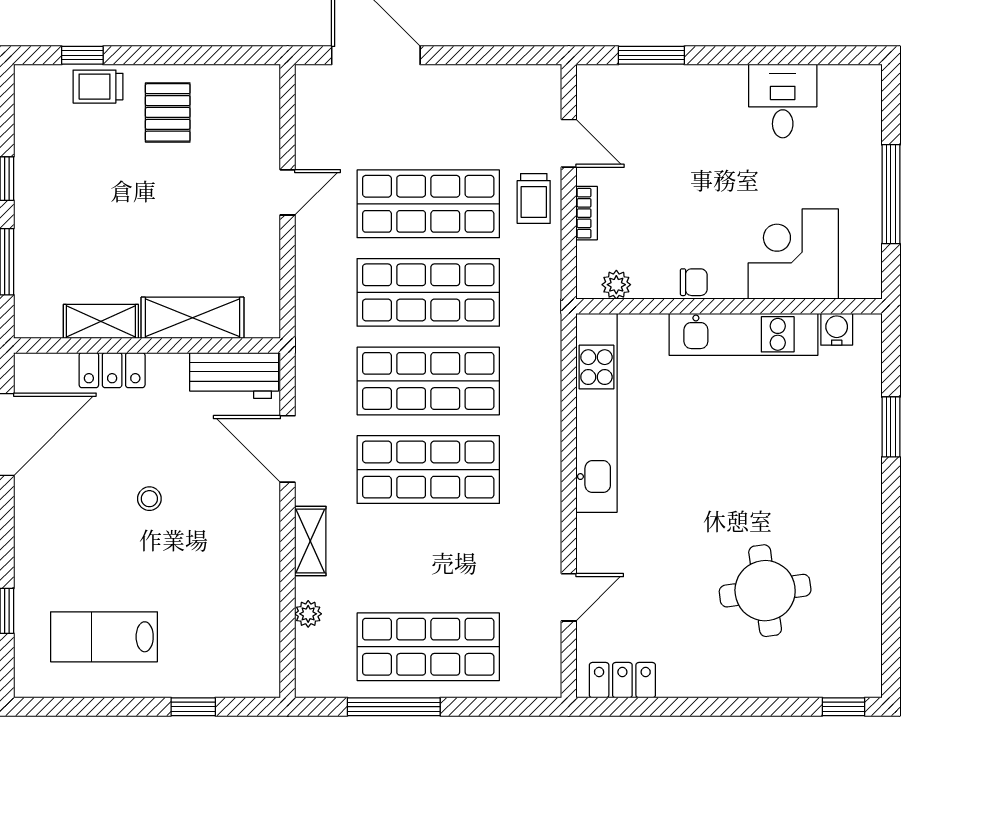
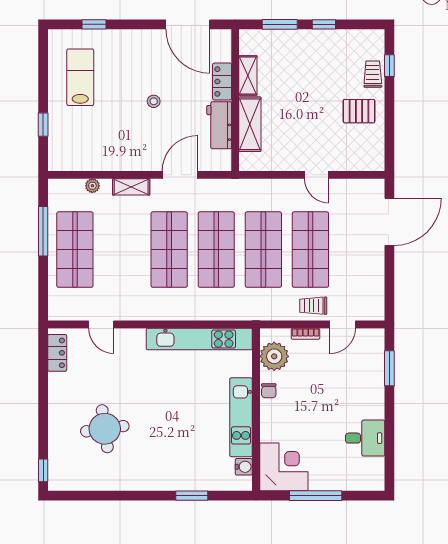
corner desk: (793, 254) -> (284, 467), moved
plant: (616, 285) -> (274, 356), width x1.87, depth x1.87
workbench: (234, 375) -> (219, 125), moved

